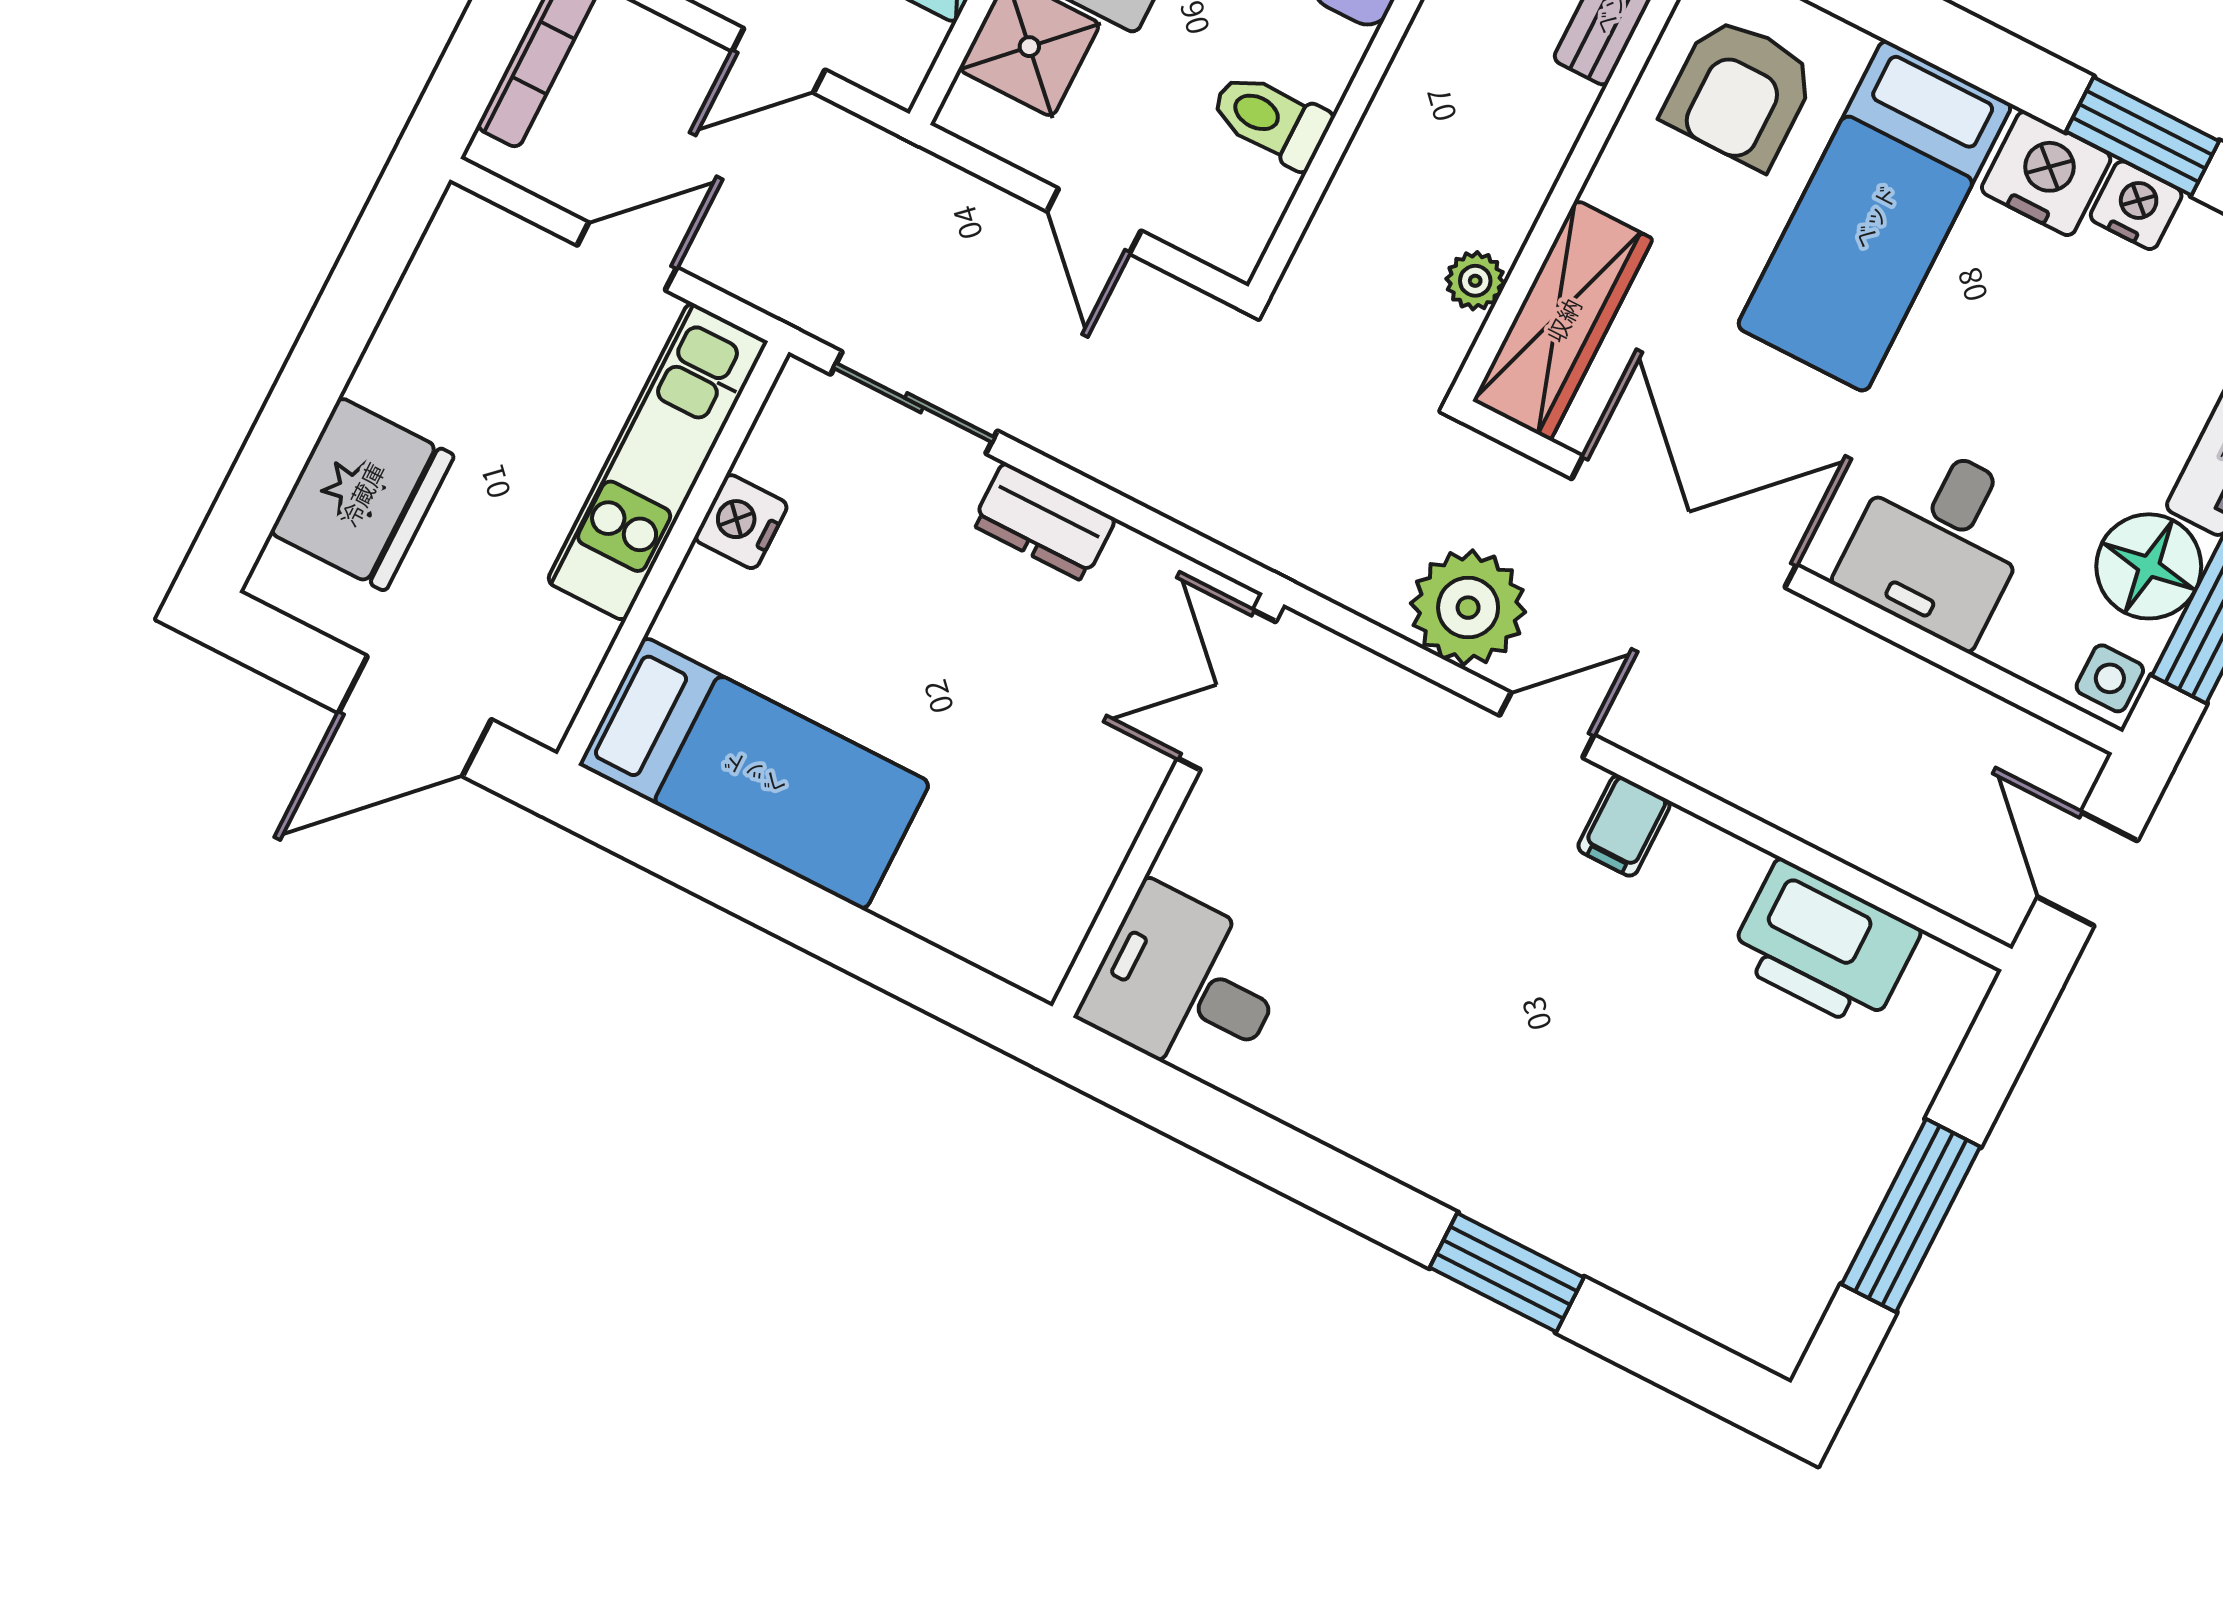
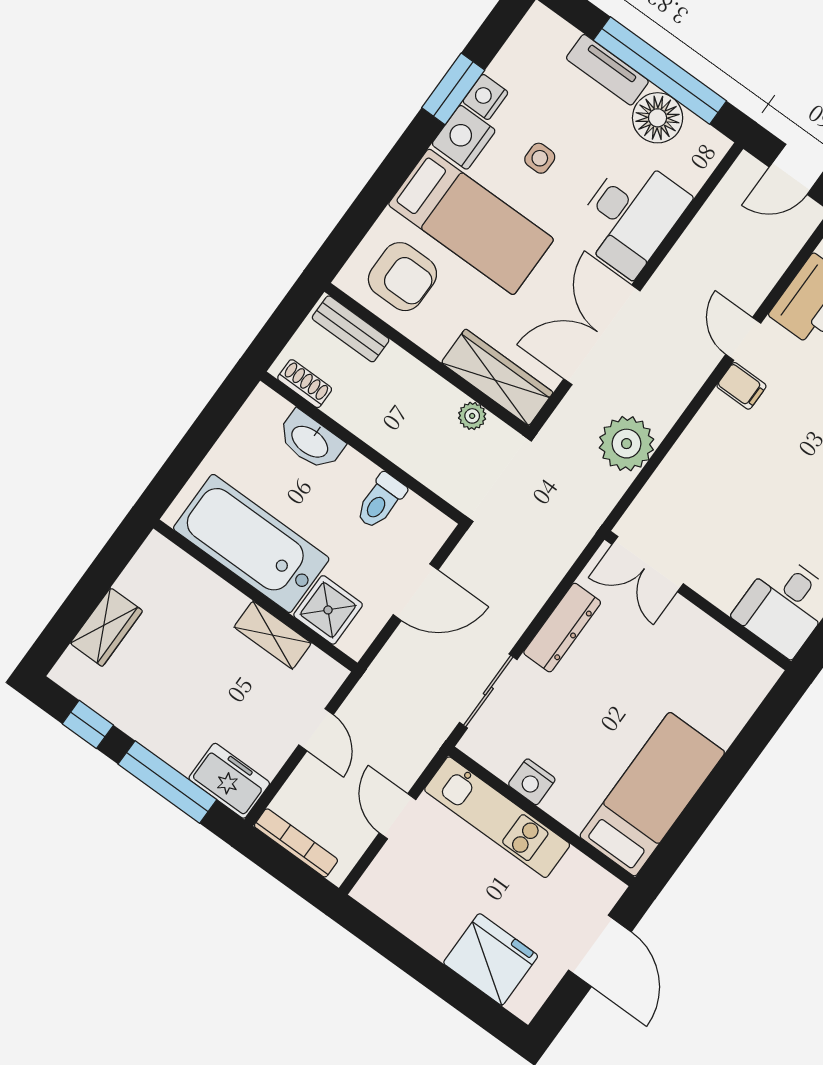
door: (1094, 221) -> (416, 592), width x1.38
dresser: (1044, 522) -> (562, 628), width x1.44
desk: (1939, 543) -> (631, 216), width x1.37
side table: (2110, 678) -> (540, 158), moved
door: (1547, 725) -> (743, 339), moved

